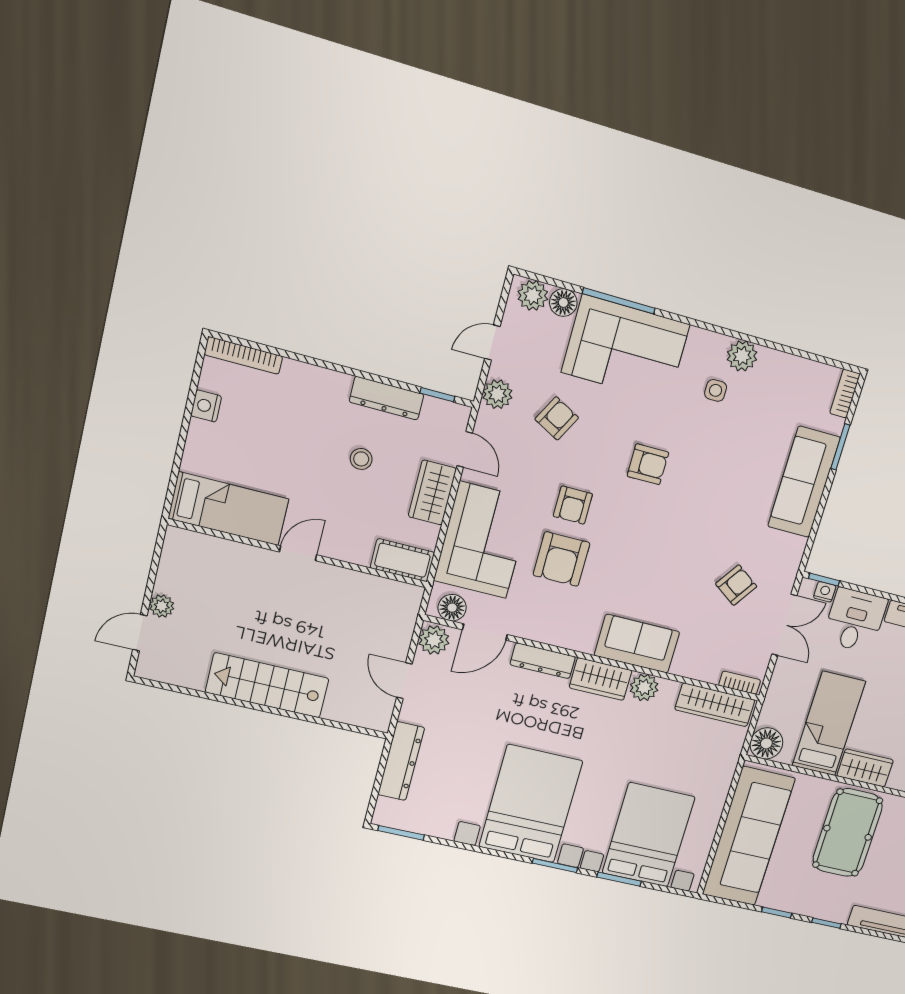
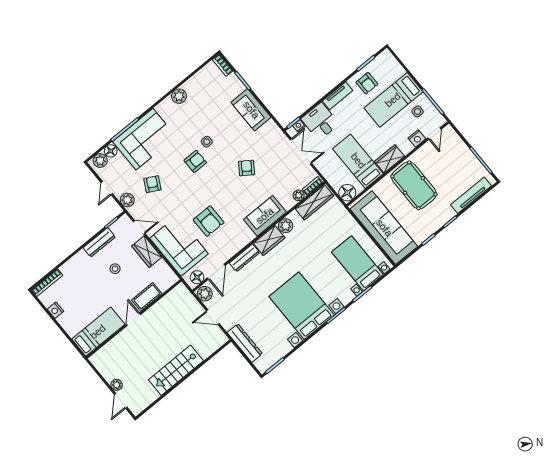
side table: (716, 390) -> (207, 142), moved
sofa: (804, 482) -> (251, 110), width x0.73
armchair: (573, 505) -> (190, 202), removed
cot: (402, 560) -> (147, 297), moved
armchair: (736, 585) -> (247, 168), moved
plant: (709, 672) -> (299, 195), added
bed with nightstands: (648, 835) -> (357, 263), width x0.73

